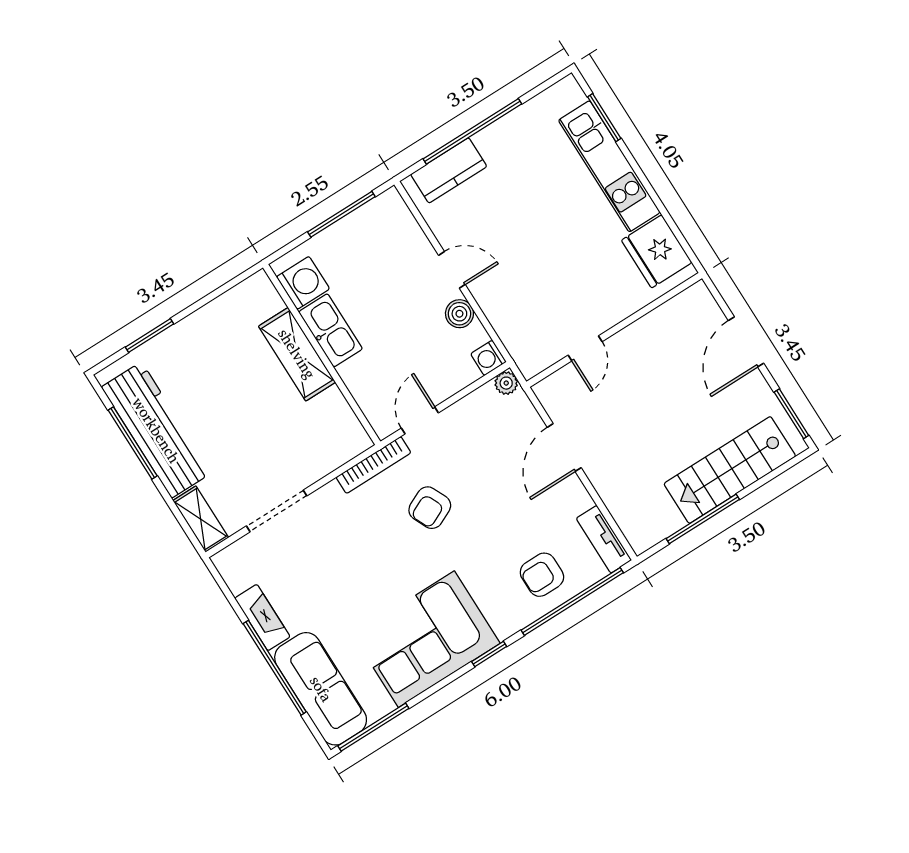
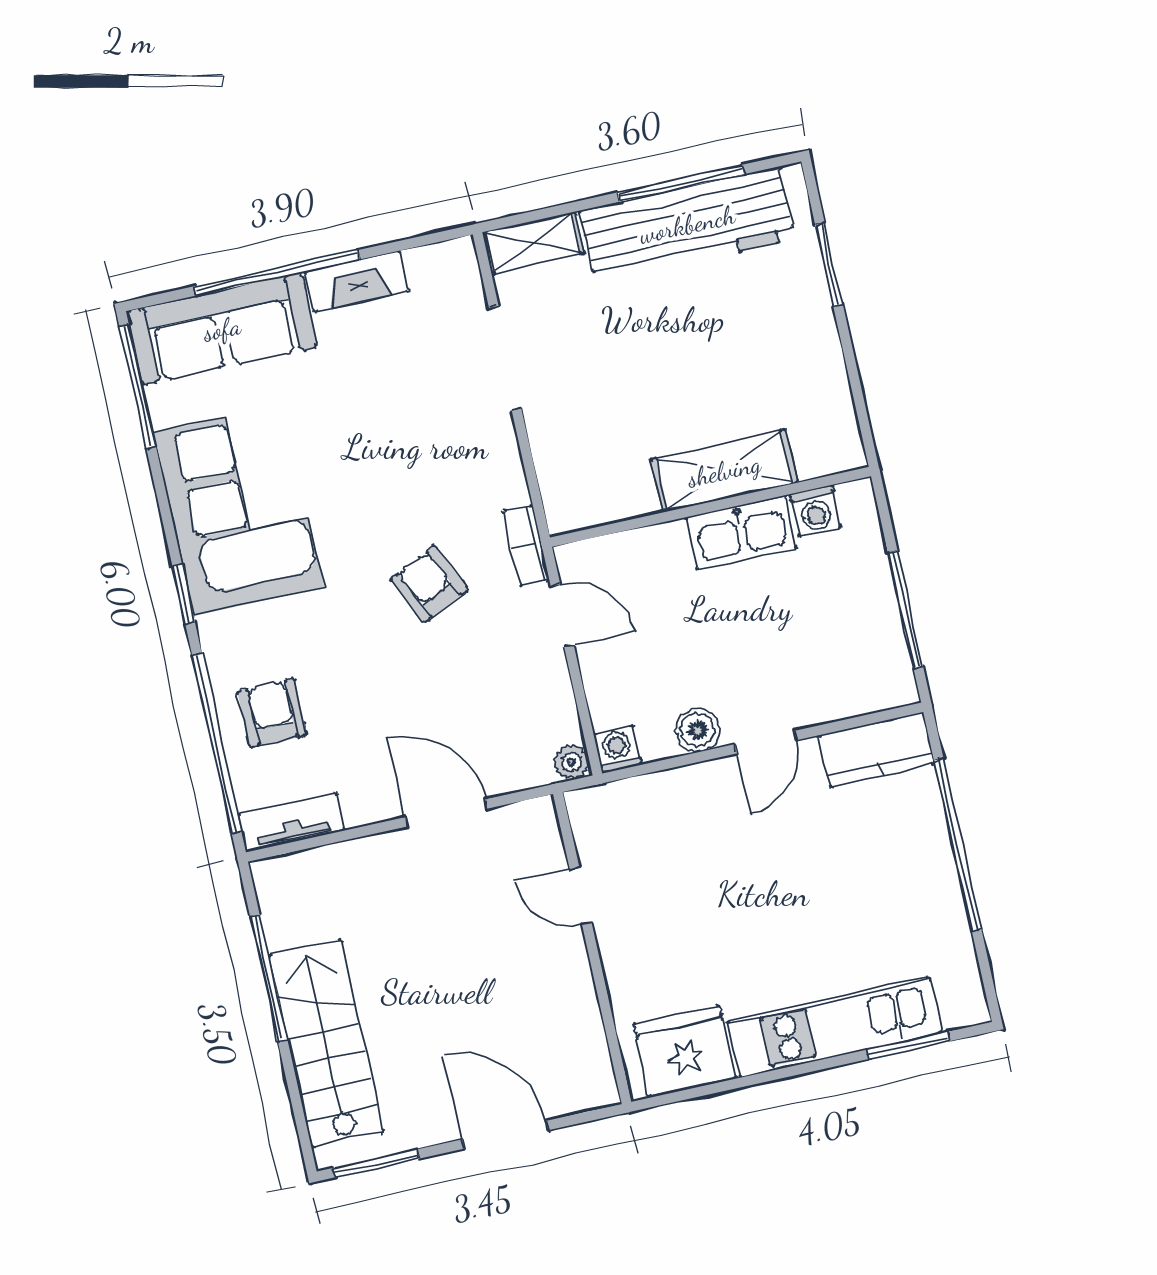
kitchen counter: (449, 170) -> (877, 750), moved, turned -90
washing machine: (303, 283) -> (815, 511), width x0.73, depth x0.73
bookcase: (373, 465) -> (526, 545), width x0.64

